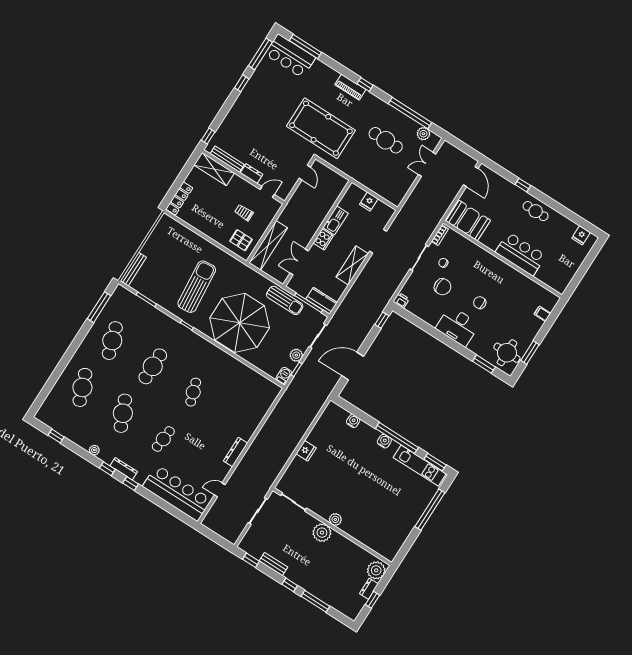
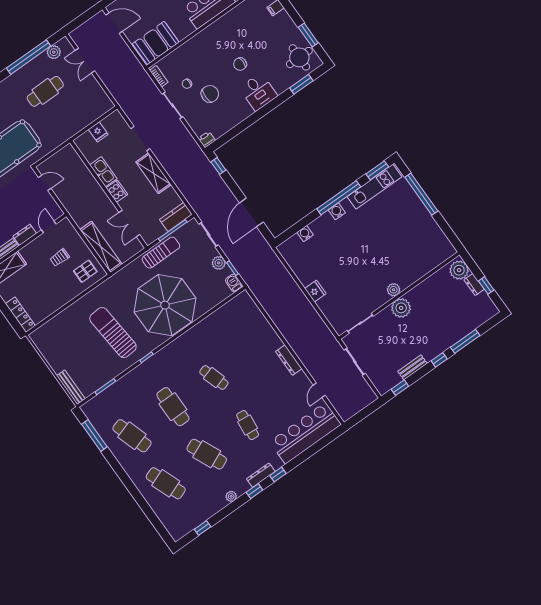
desk: (458, 326) -> (258, 92), width x0.73

